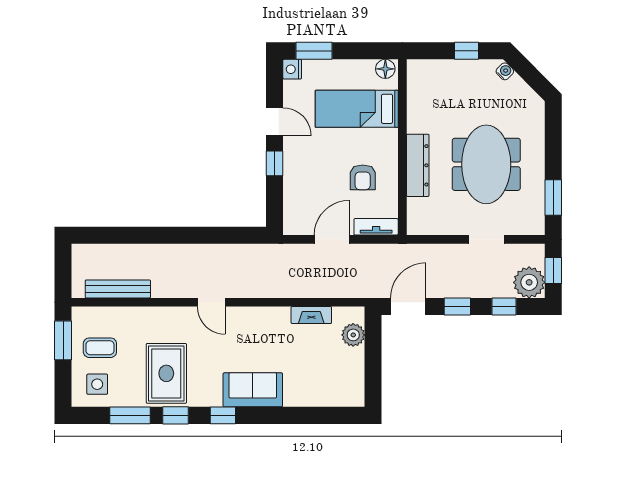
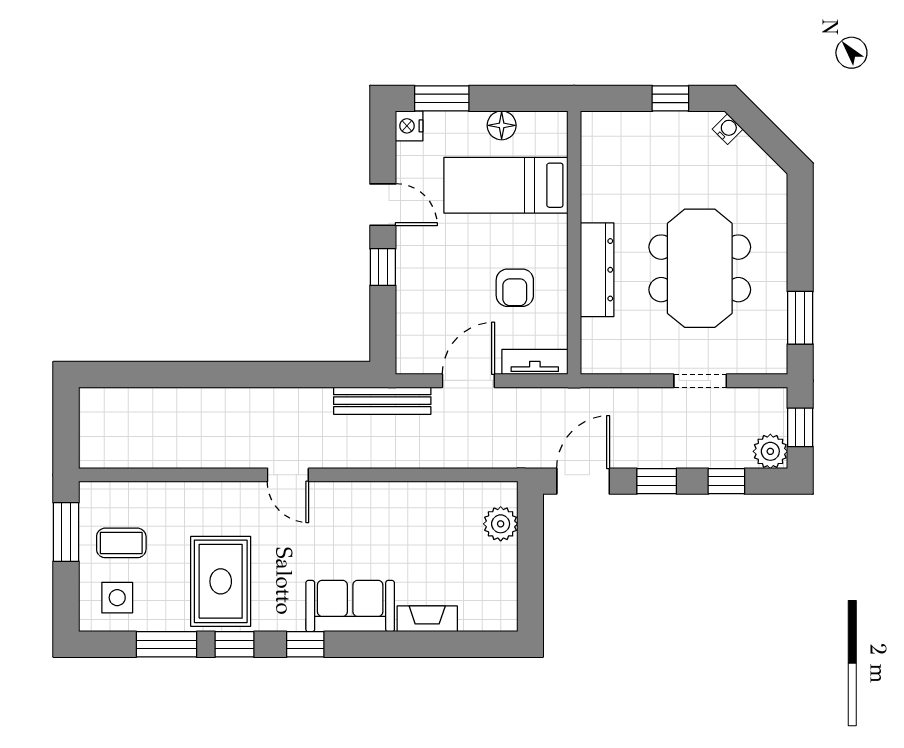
floor lamp: (385, 69) -> (502, 125), moved
plant: (529, 282) -> (770, 451), width x0.73, depth x0.73
bench: (118, 289) -> (382, 401), moved
fireplace: (311, 315) -> (427, 619), moved, turned 180

